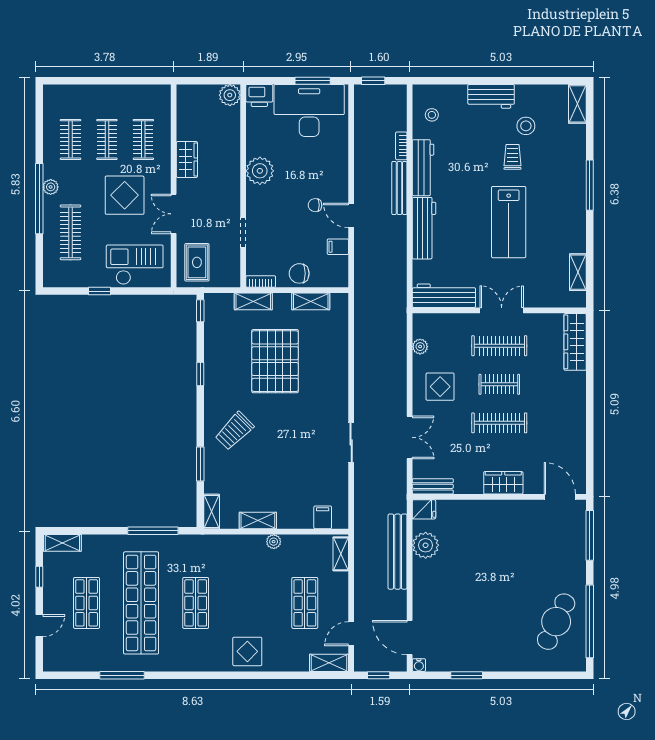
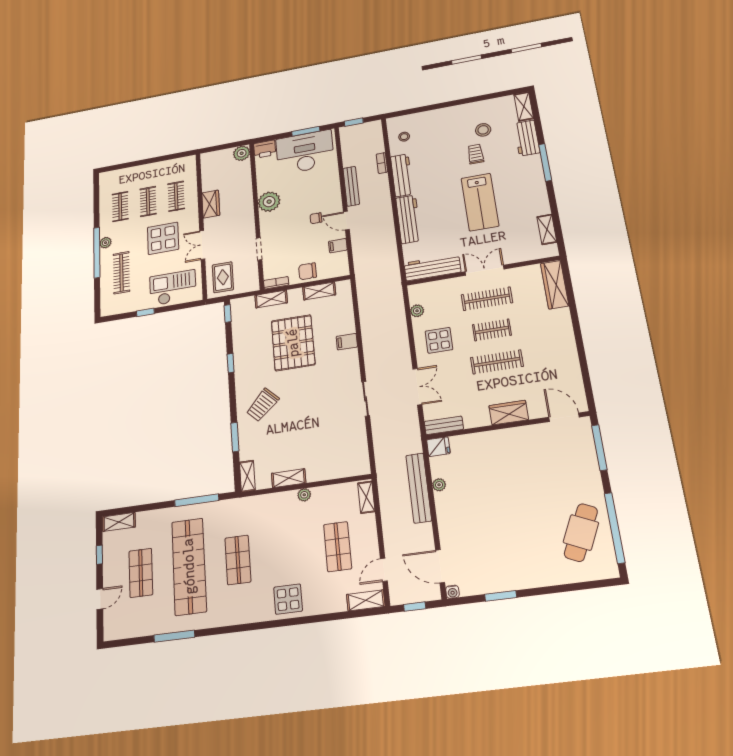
workbench: (491, 96) -> (527, 138), moved, turned 90
bench: (399, 188) -> (351, 186), moved
filing cabinet: (323, 517) -> (347, 342), moved, turned -90
plant: (426, 545) -> (439, 485), width x0.53, depth x0.53

